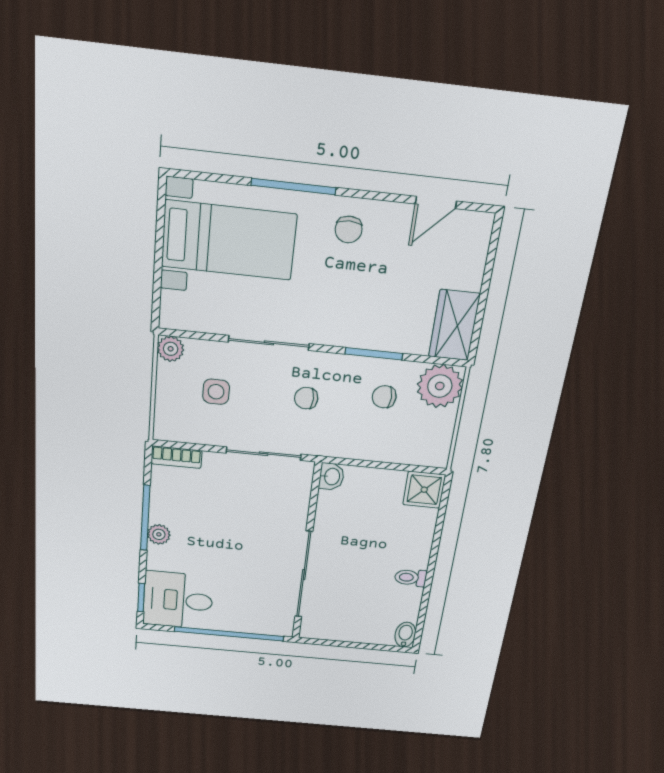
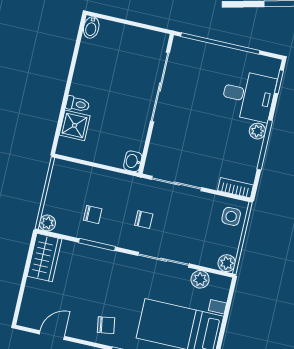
chair: (349, 230) -> (106, 325), turned 81
plant: (208, 320) -> (200, 279), added
plant: (440, 386) -> (47, 223), width x0.53, depth x0.53
side table: (216, 392) -> (231, 216), moved
shower: (424, 490) -> (75, 125), moved
toilet: (411, 578) -> (78, 104), moved
desk: (178, 600) -> (248, 96), moved

